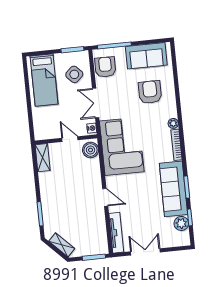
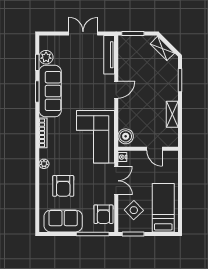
plant: (173, 123) -> (44, 164), moved
door: (70, 139) -> (155, 149), moved
shelving: (43, 158) -> (172, 114), moved
door: (105, 197) -> (116, 90), swing flipped
double door: (145, 252) -> (83, 34), swing flipped

